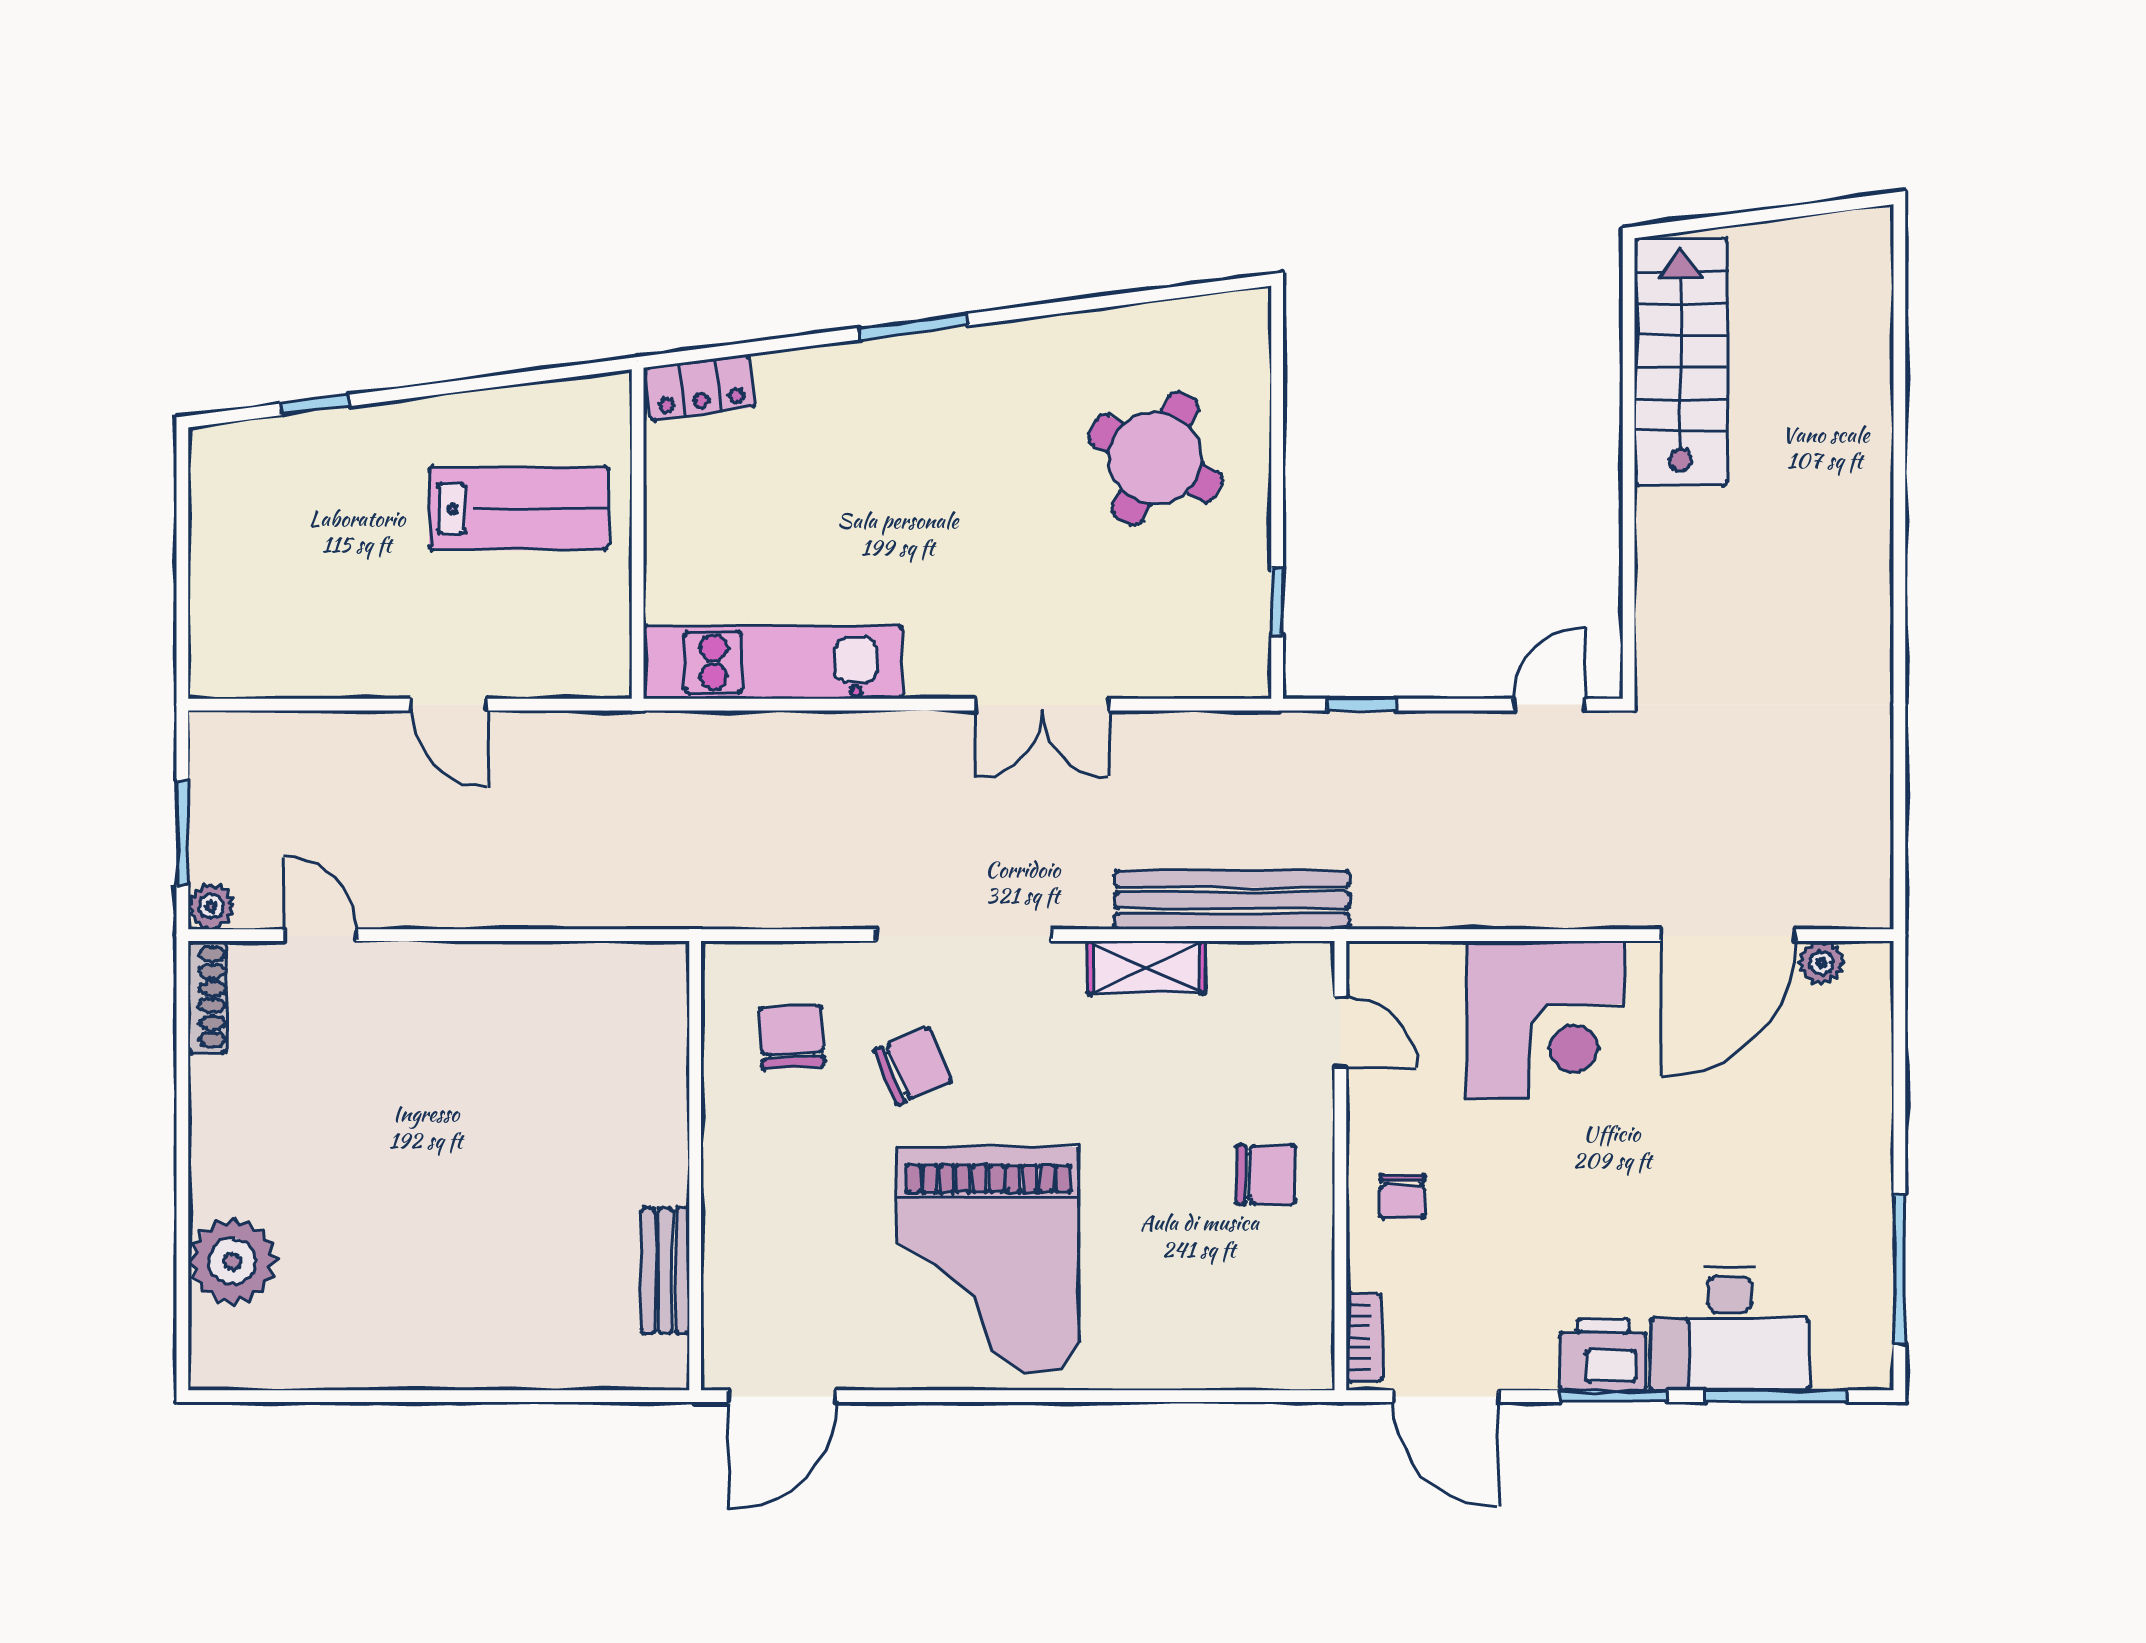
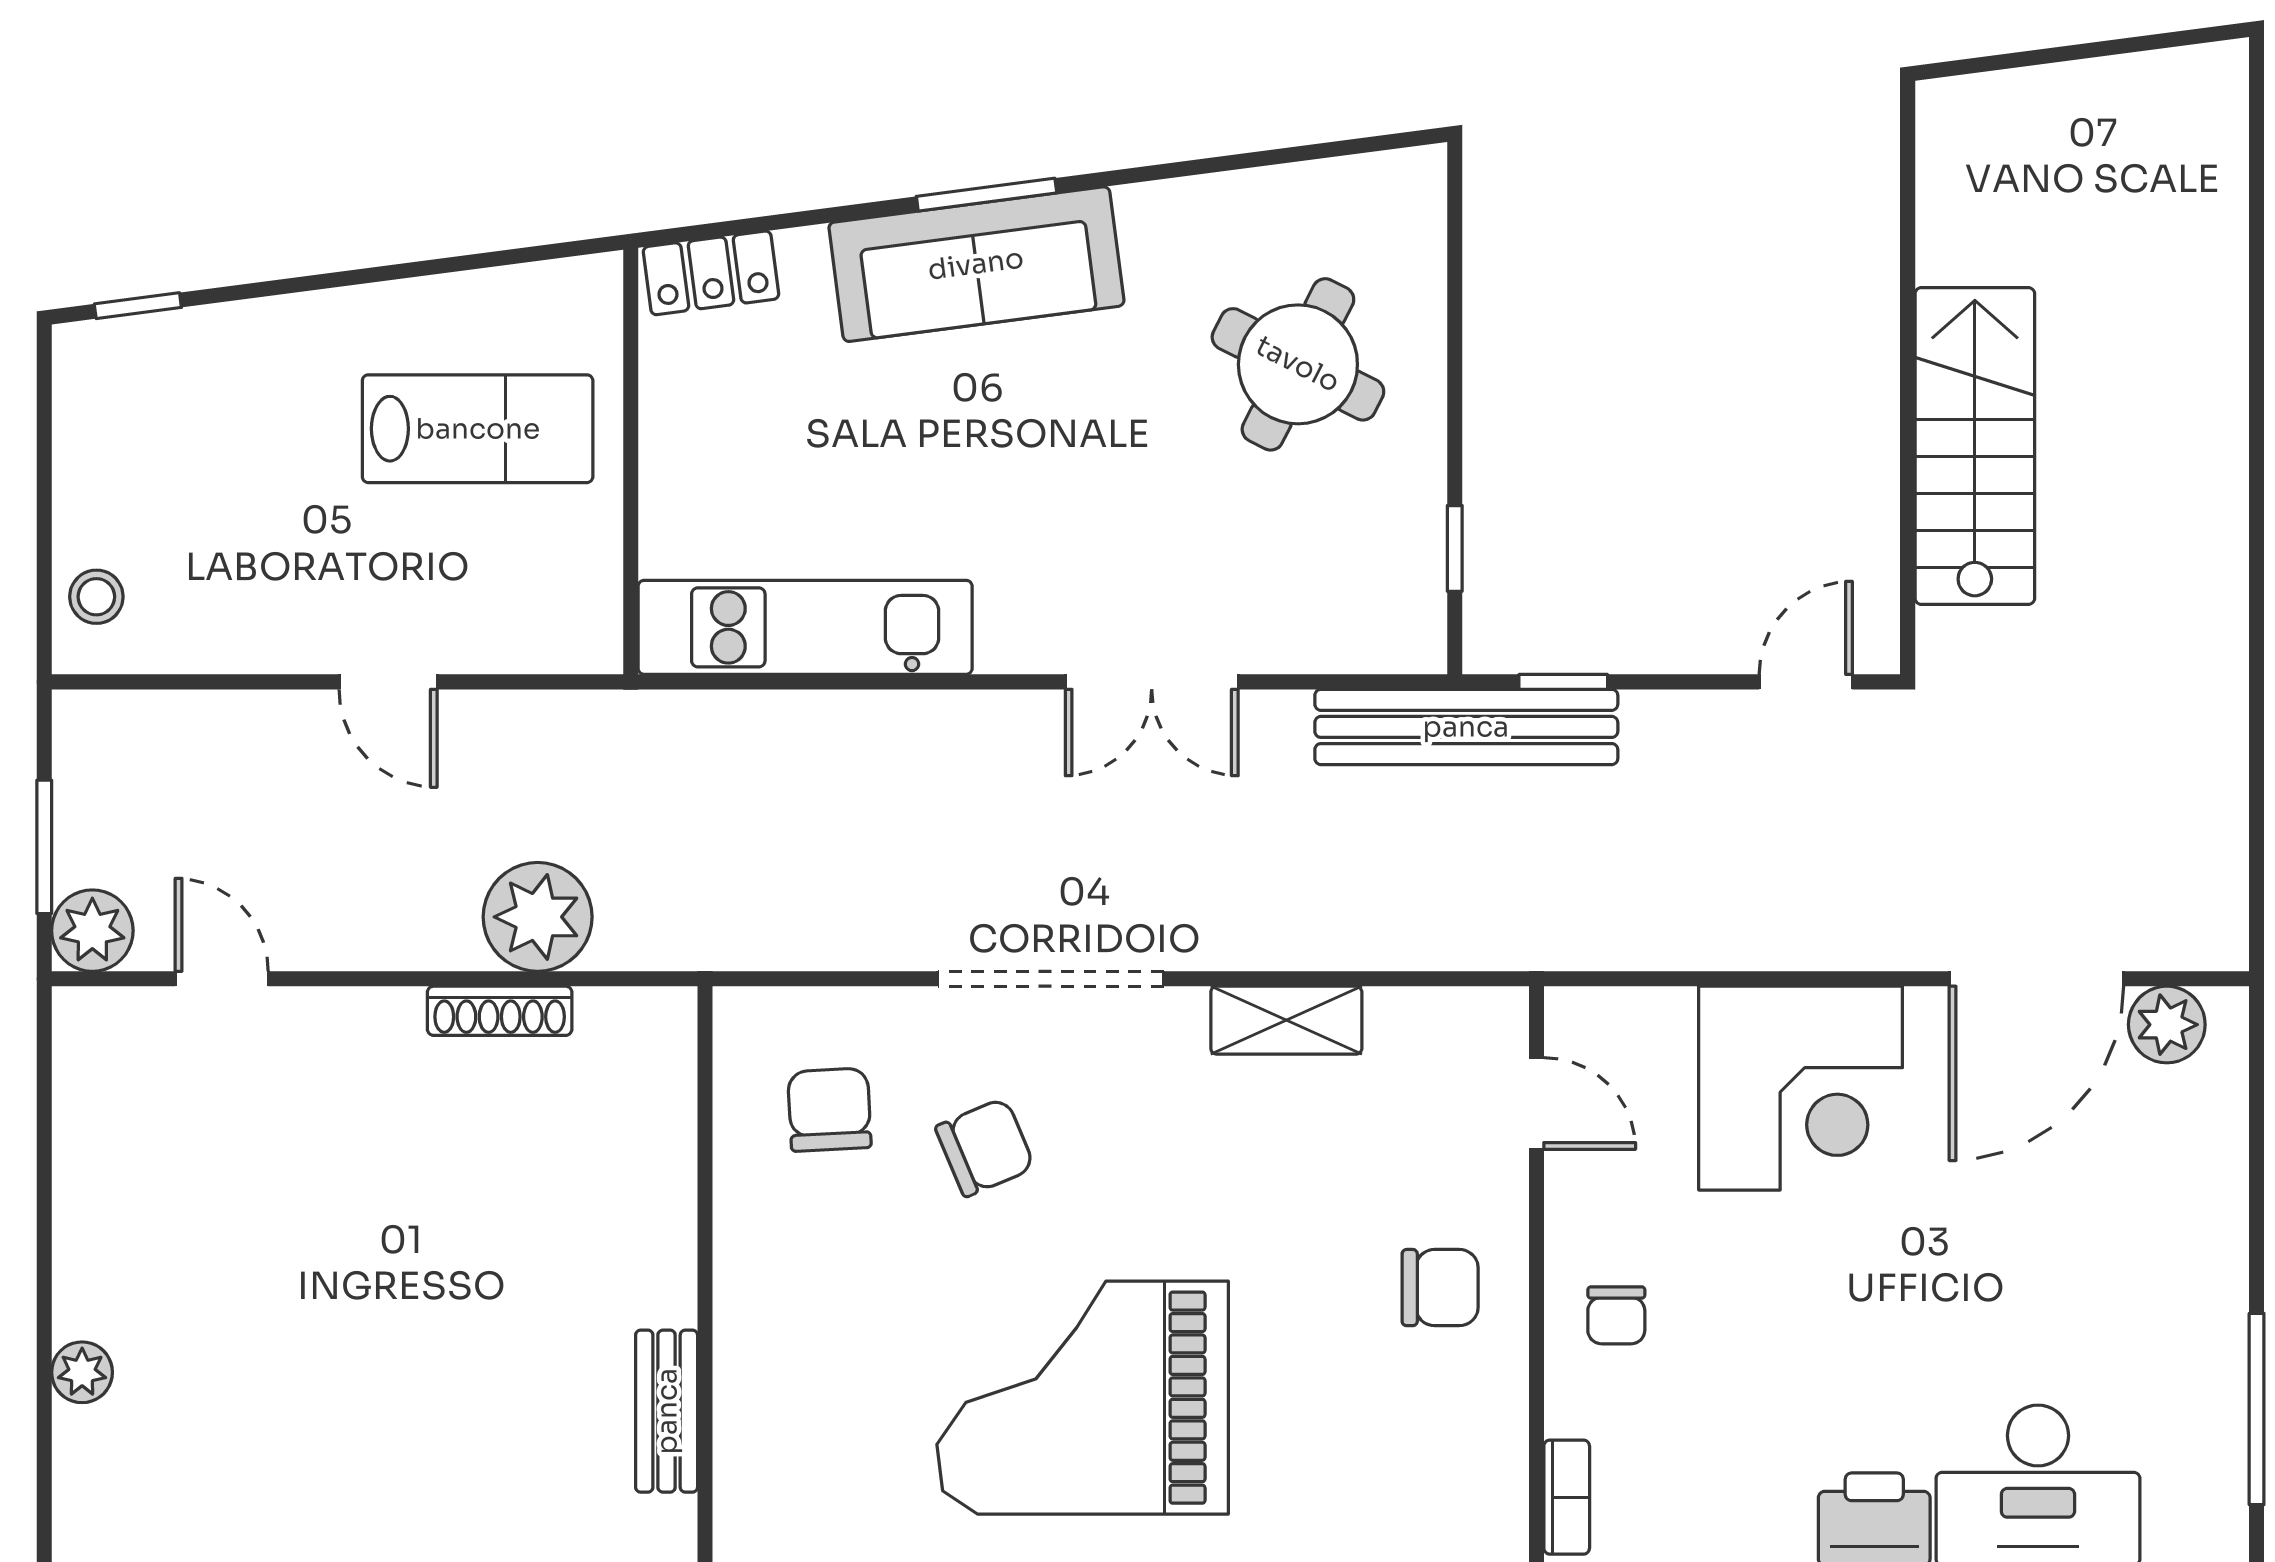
stairs: (1681, 362) -> (1975, 446), moved
sofa: (906, 381) -> (976, 264), added
window: (316, 405) -> (138, 306), moved
stool: (223, 639) -> (96, 597), added
plant: (565, 887) -> (538, 917), added
bench: (1232, 900) -> (1466, 727), moved
plant: (211, 906) -> (92, 931), width x1.38, depth x1.38
plant: (1822, 963) -> (2167, 1025), width x1.38, depth x1.38
shoe rack: (207, 997) -> (500, 1011), moved, turned 90
grand piano: (988, 1260) -> (1083, 1398), turned 90
plant: (232, 1261) -> (82, 1372), width x0.53, depth x0.53

